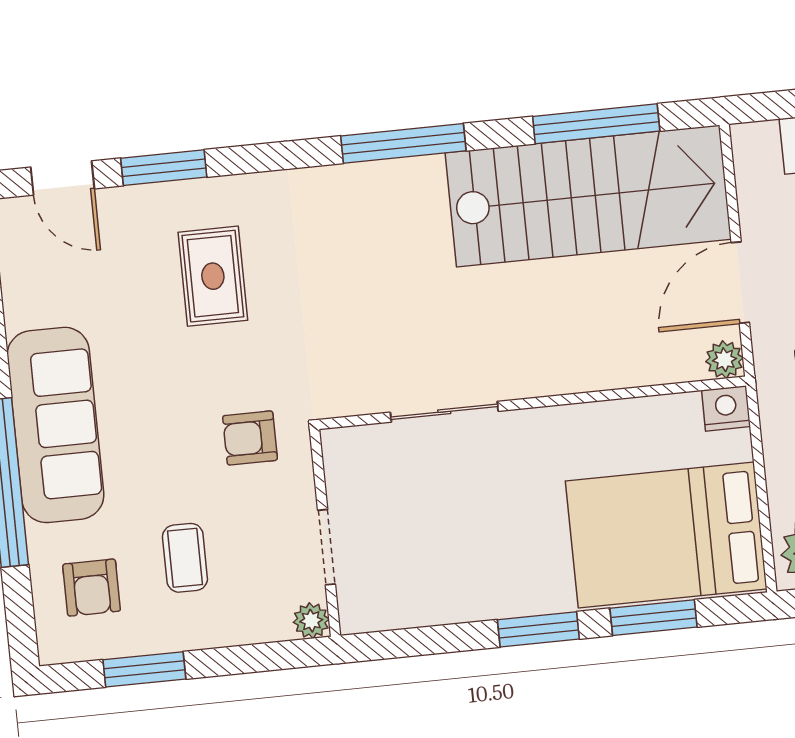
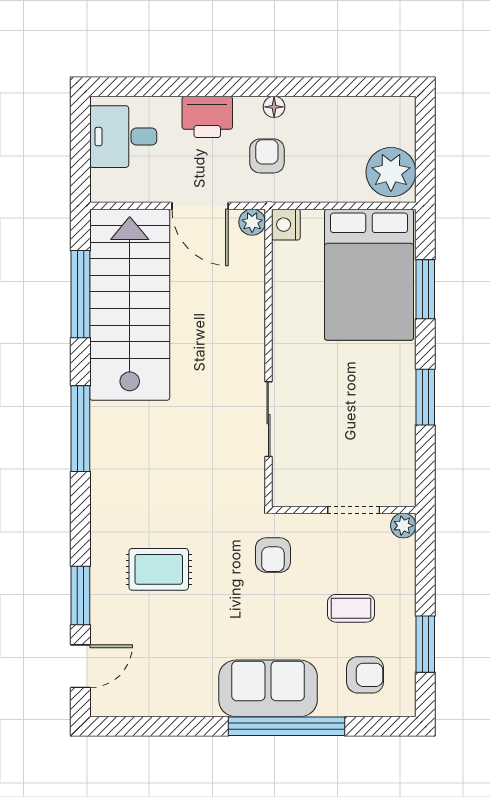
sofa: (55, 425) -> (268, 688), width x0.73
window: (538, 629) -> (425, 397), moved

